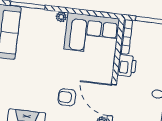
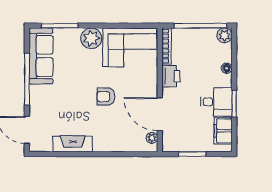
plant: (61, 17) -> (91, 38), width x1.87, depth x1.87
armchair: (67, 97) -> (106, 97), moved

